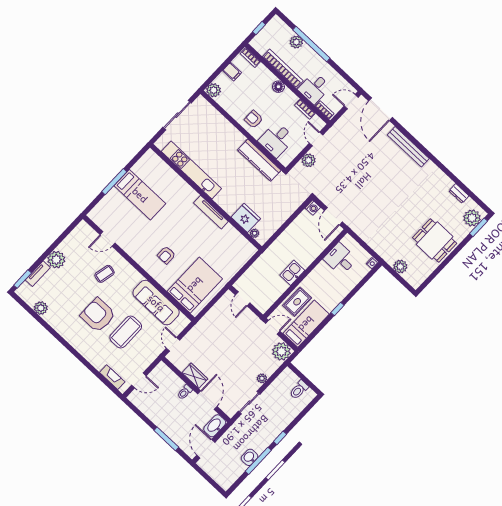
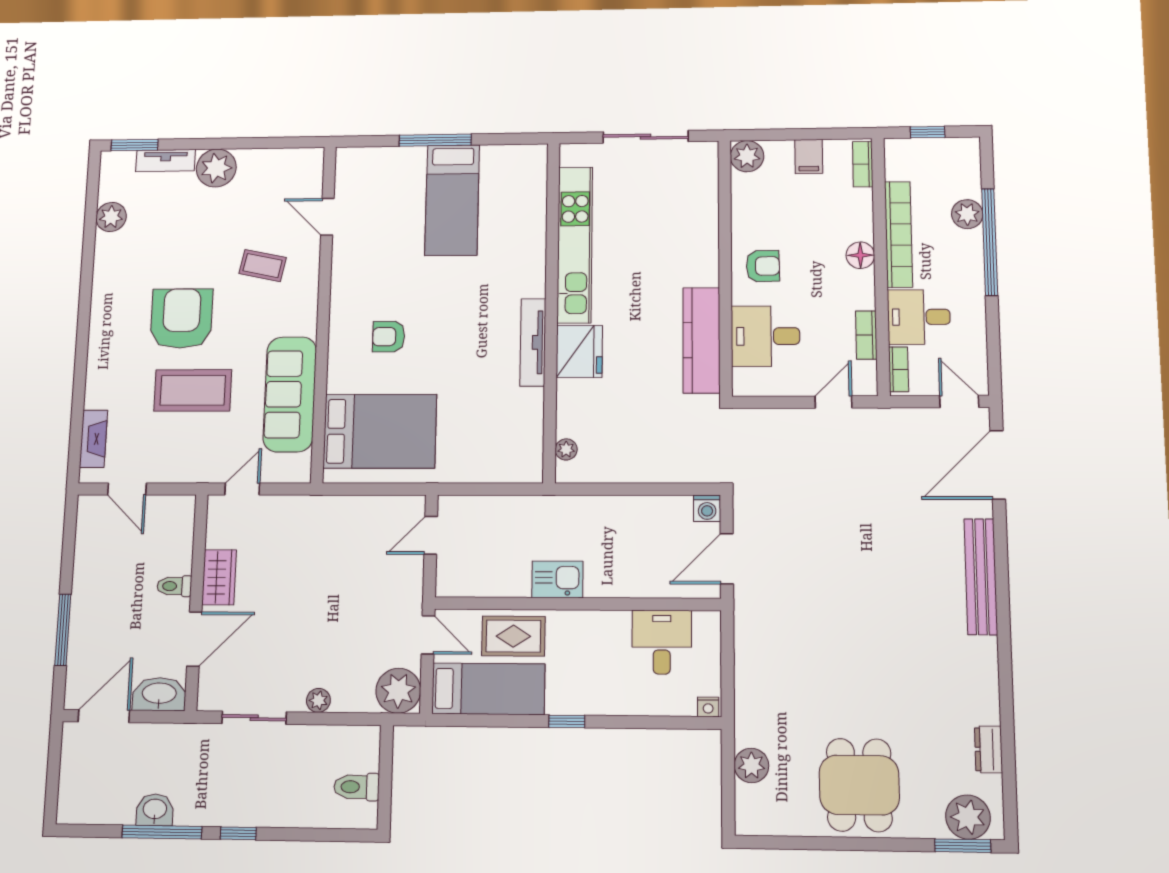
armchair: (254, 119) -> (763, 266), turned 89
plant: (309, 160) -> (783, 424), removed
fridge: (246, 218) -> (579, 352), moved

